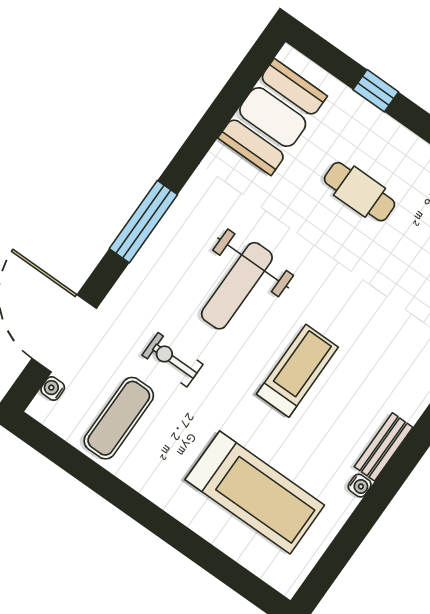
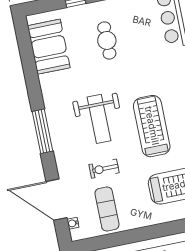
cafe table: (360, 192) -> (107, 40), turned 90
treadmill: (297, 371) -> (152, 126), width x1.37, depth x1.38

